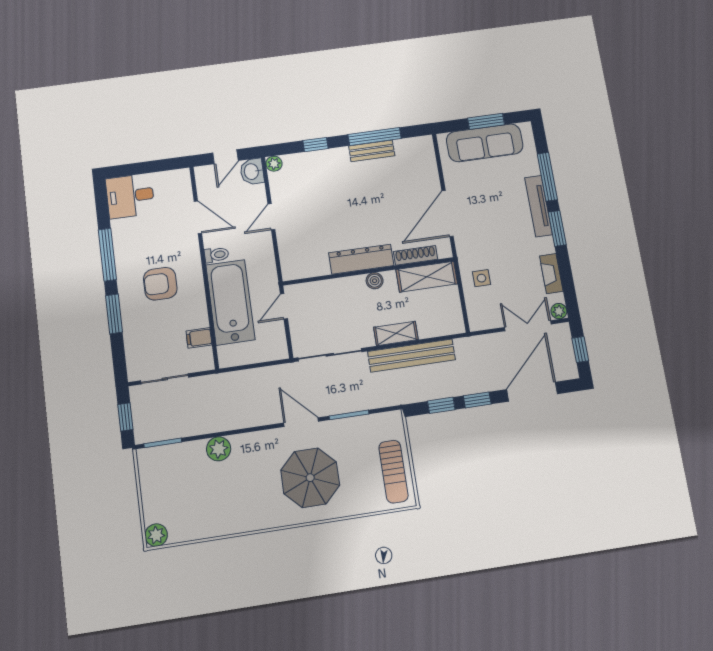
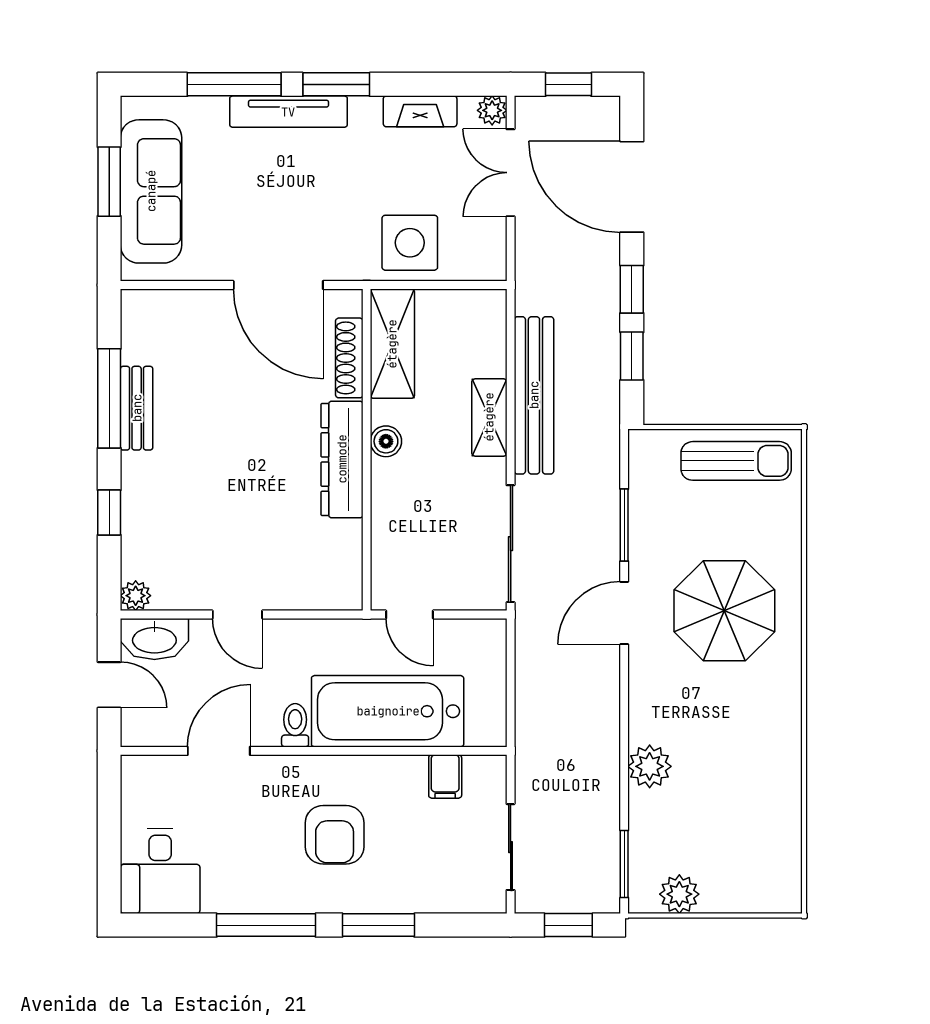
washbasin: (252, 172) -> (154, 639), width x1.38
side table: (481, 278) -> (410, 243), width x1.87, depth x1.87
plant: (156, 535) -> (679, 894), moved

